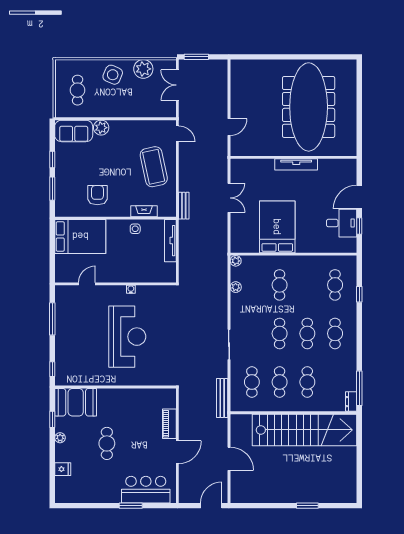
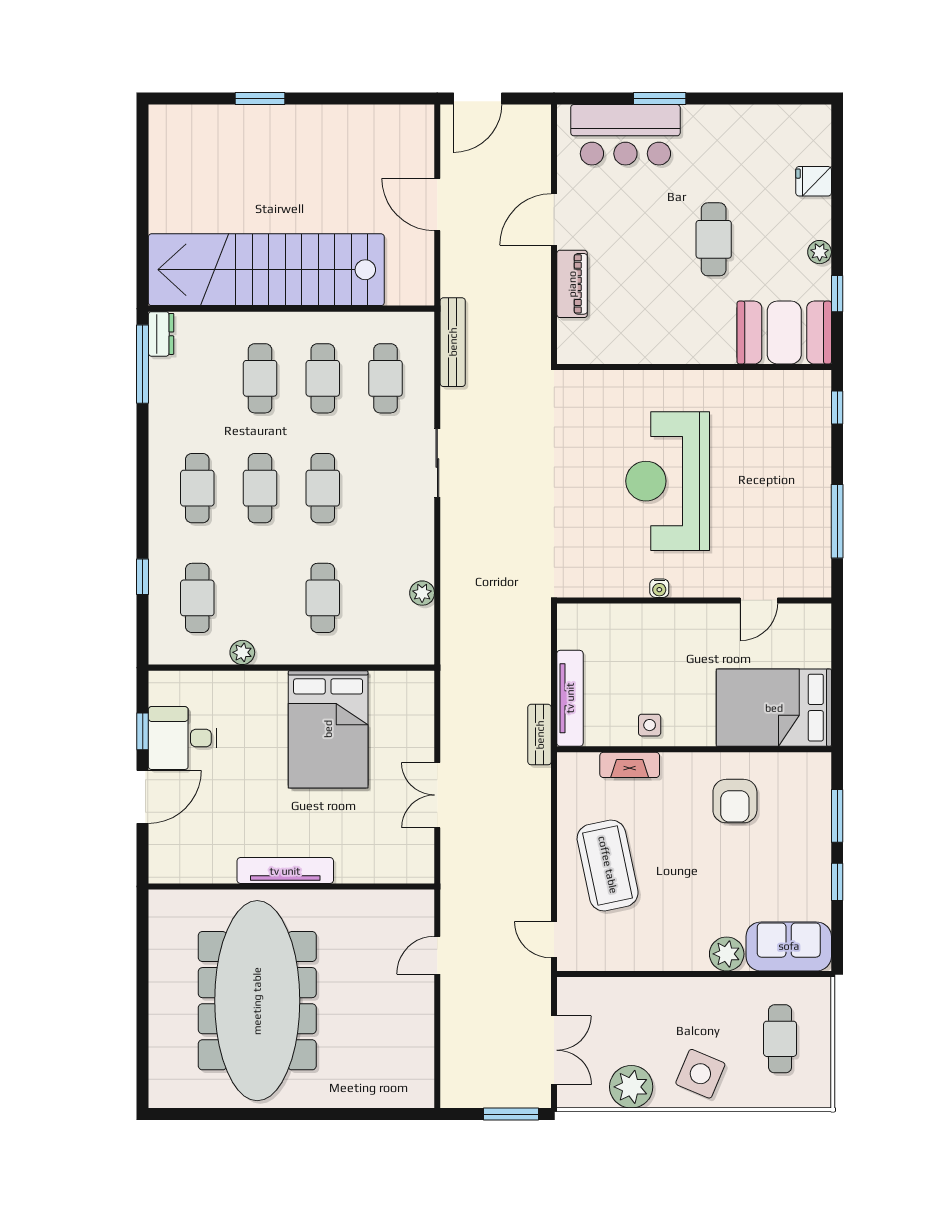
bench: (184, 206) -> (540, 735), moved
plant: (236, 261) -> (242, 652), moved

